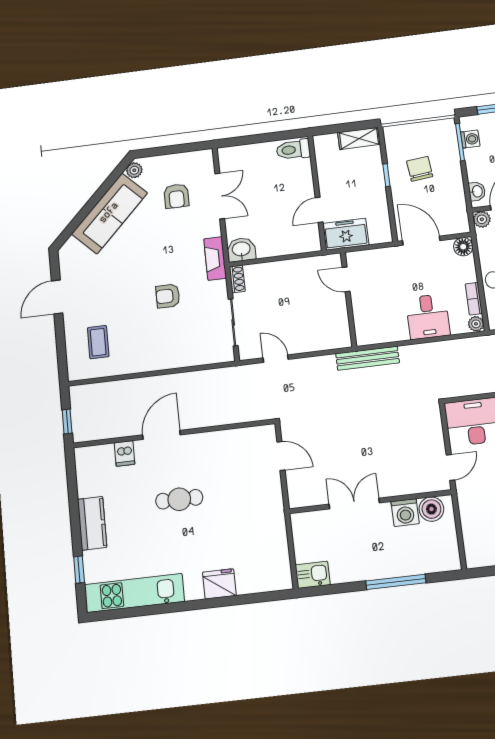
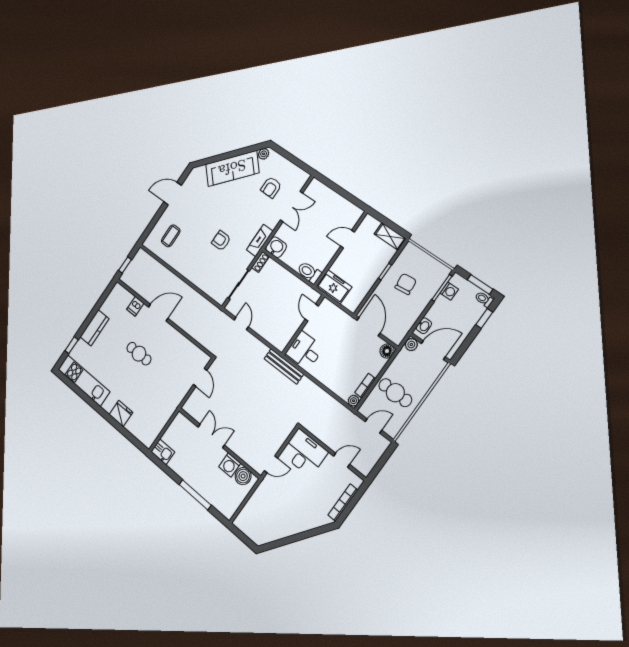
toilet: (293, 150) -> (309, 272), moved
door: (319, 210) -> (347, 239), moved
desk: (428, 317) -> (305, 350), moved, turned 90

